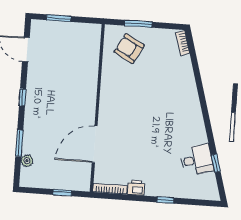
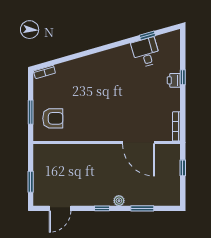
armchair: (129, 49) -> (53, 118), turned -119
plant: (27, 161) -> (119, 201), moved
printer: (136, 188) -> (174, 80), moved

